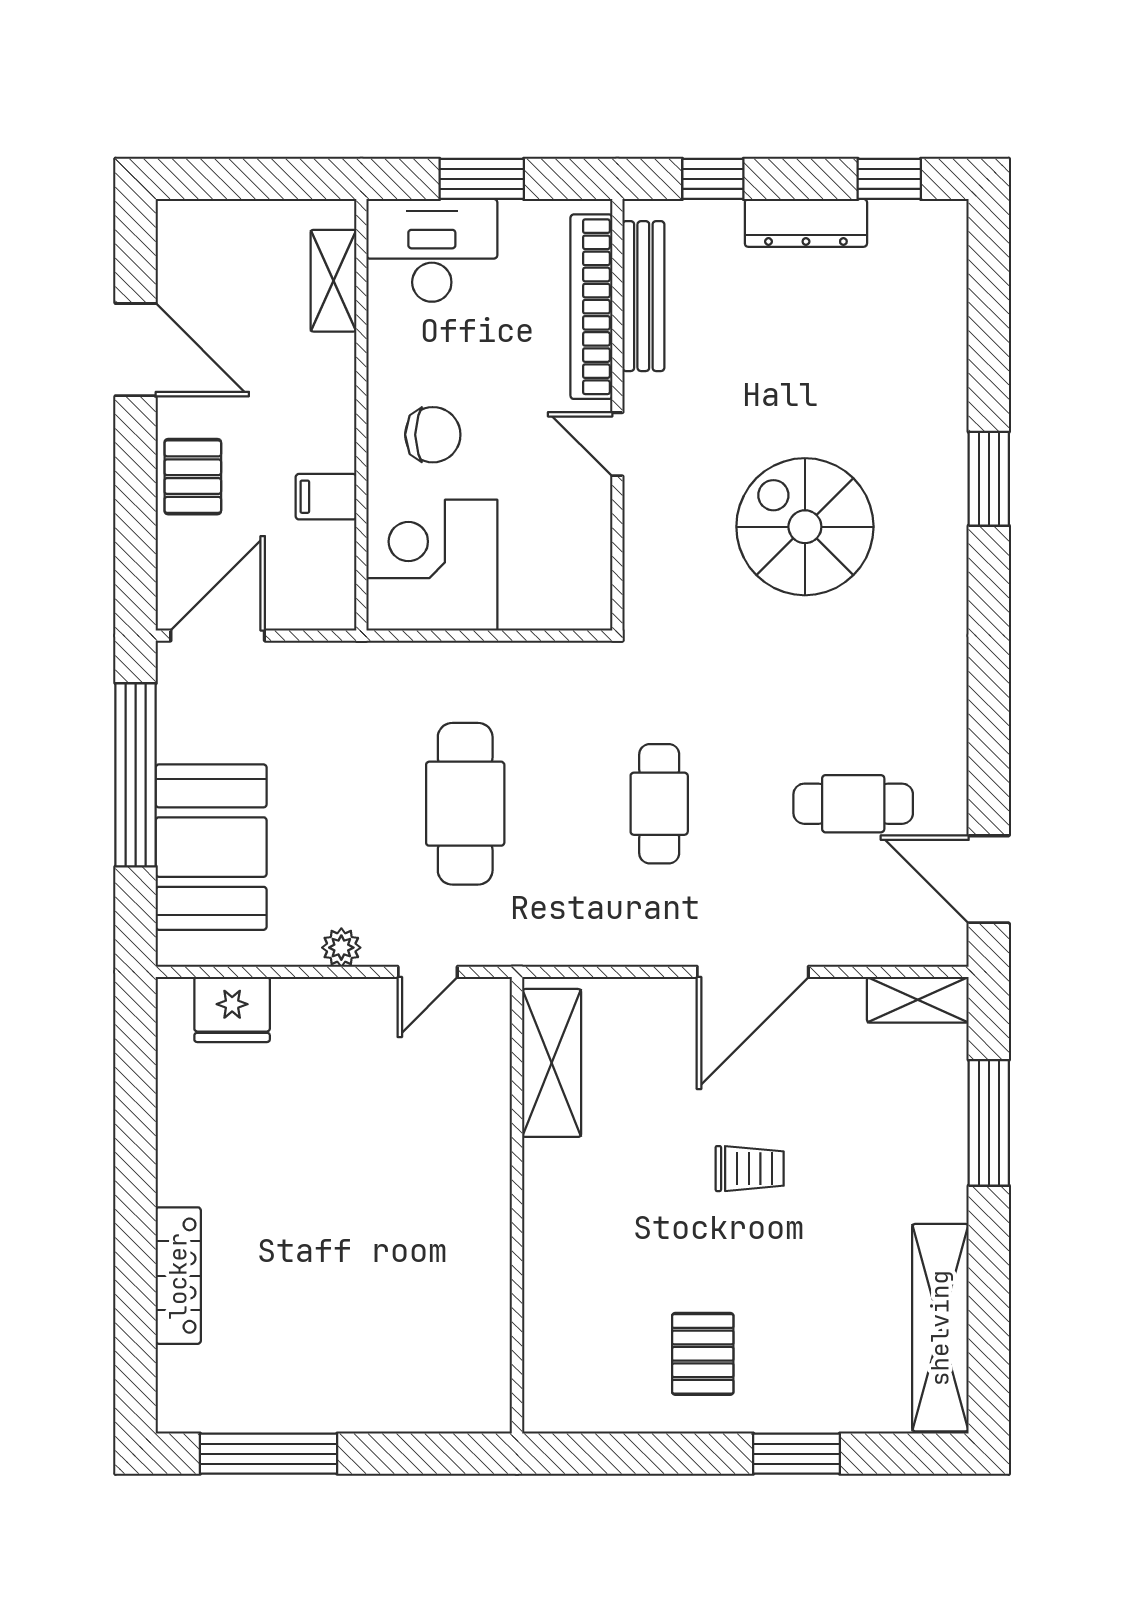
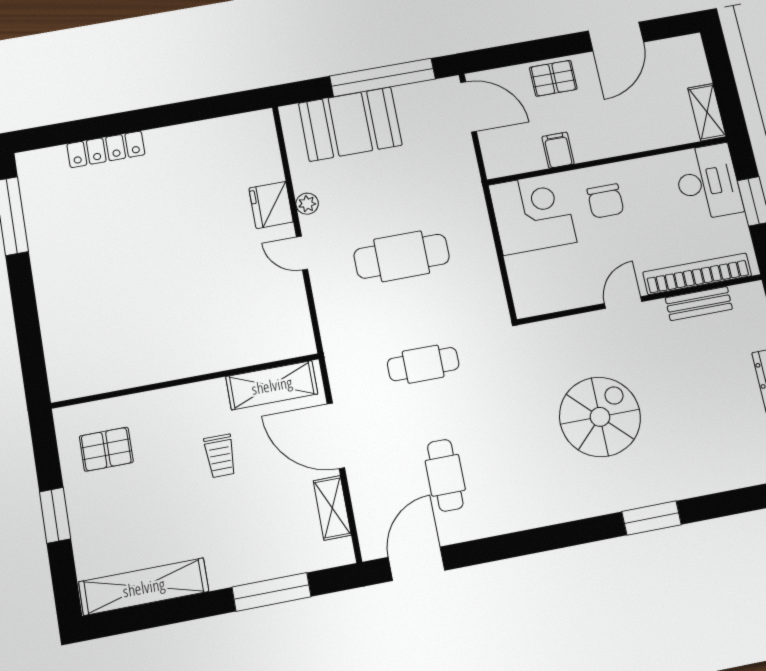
shelving: (333, 281) -> (707, 112), moved, turned 90
bench: (643, 296) -> (699, 303), width x0.73
shelving: (918, 1000) -> (332, 508), moved
fridge: (232, 1009) -> (271, 205), moved
shelving: (552, 1063) -> (272, 385), moved
wall: (517, 1205) -> (185, 381), moved

